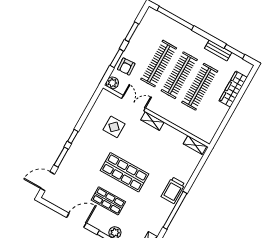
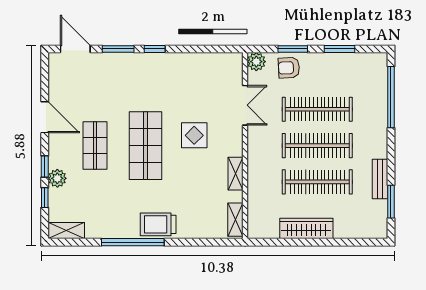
wardrobe: (233, 89) -> (306, 228), moved
shelving: (152, 121) -> (236, 174), moved
display table: (114, 127) -> (194, 135), moved

